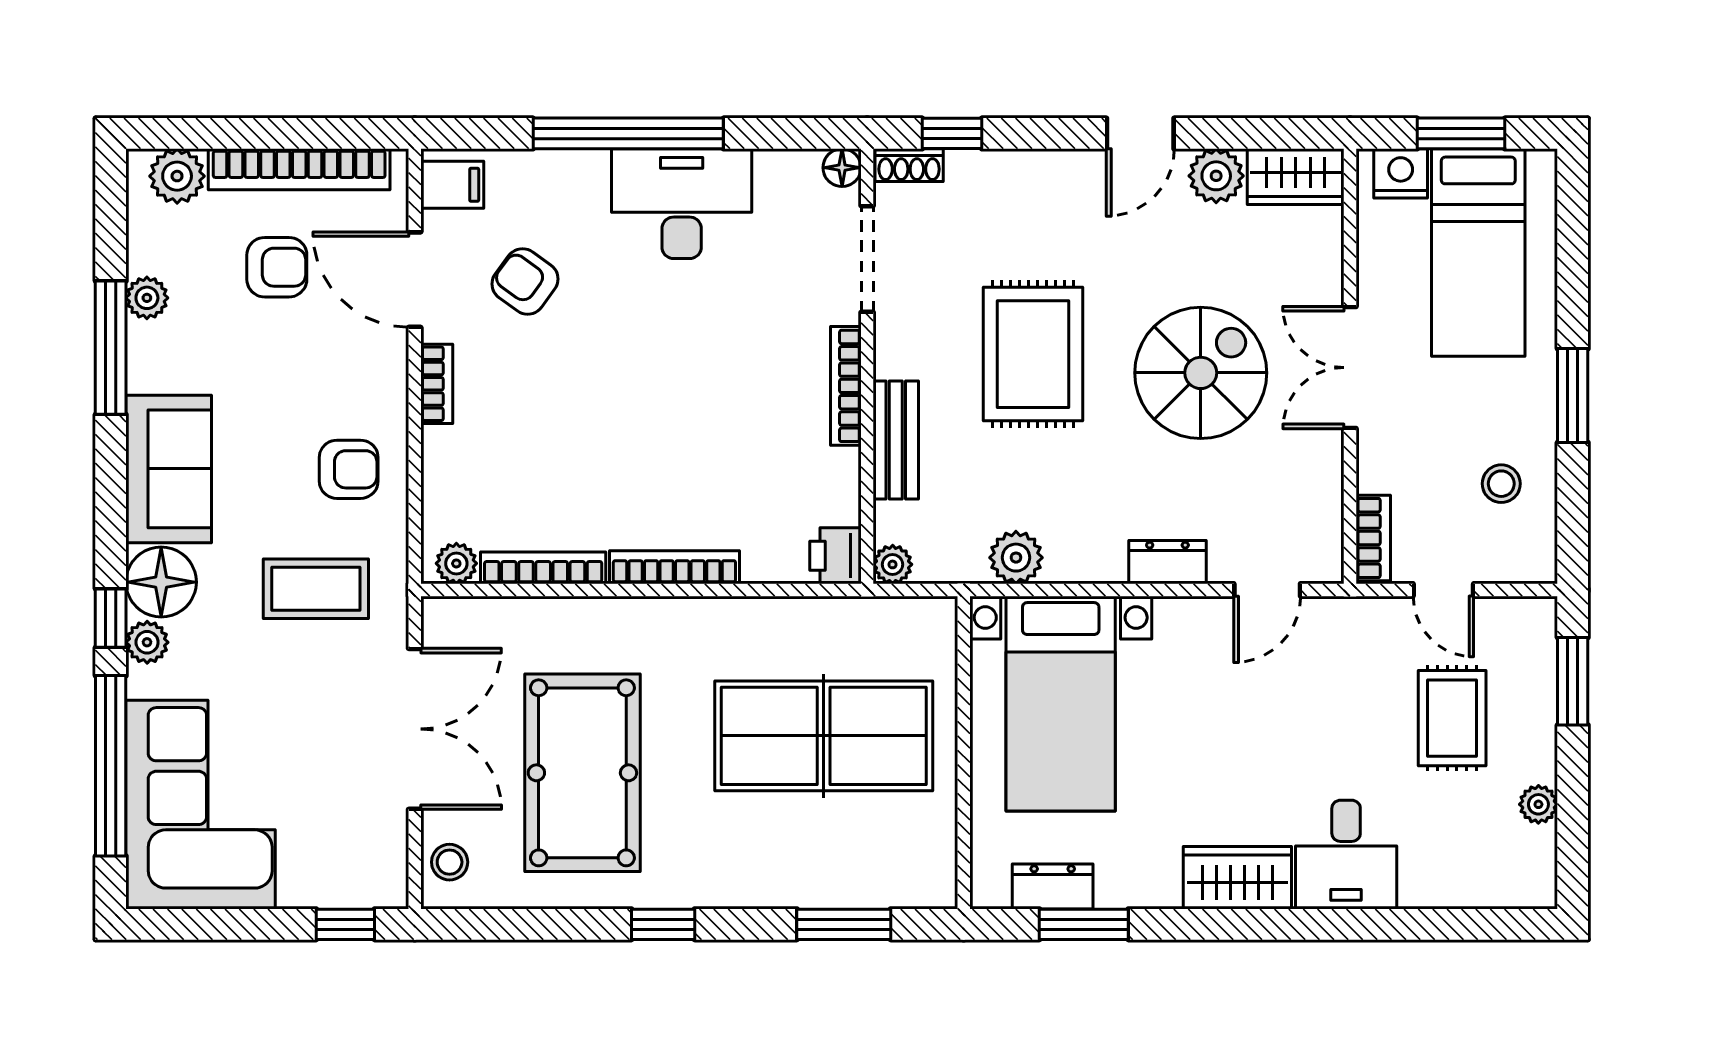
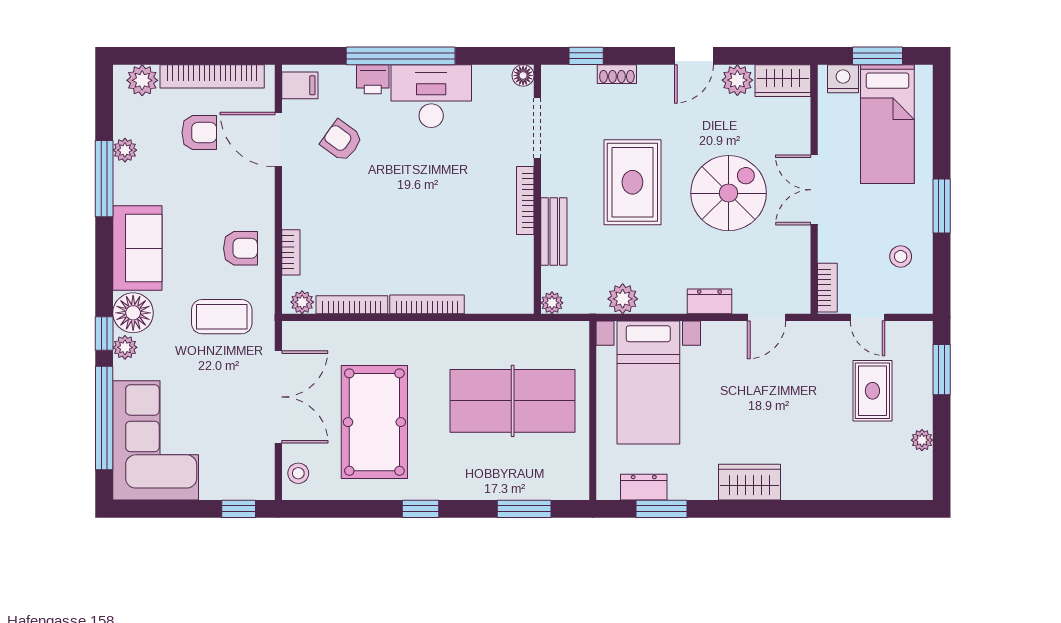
shoe rack: (909, 165) -> (617, 74), moved
bookcase: (437, 384) -> (291, 252), moved
printer: (835, 556) -> (373, 79), moved, turned -90
desk: (1346, 855) -> (812, 469), removed

